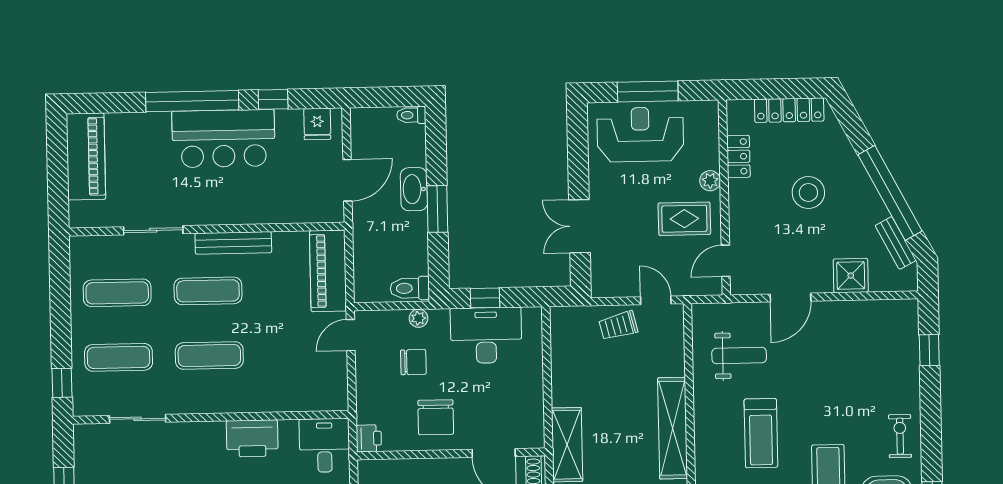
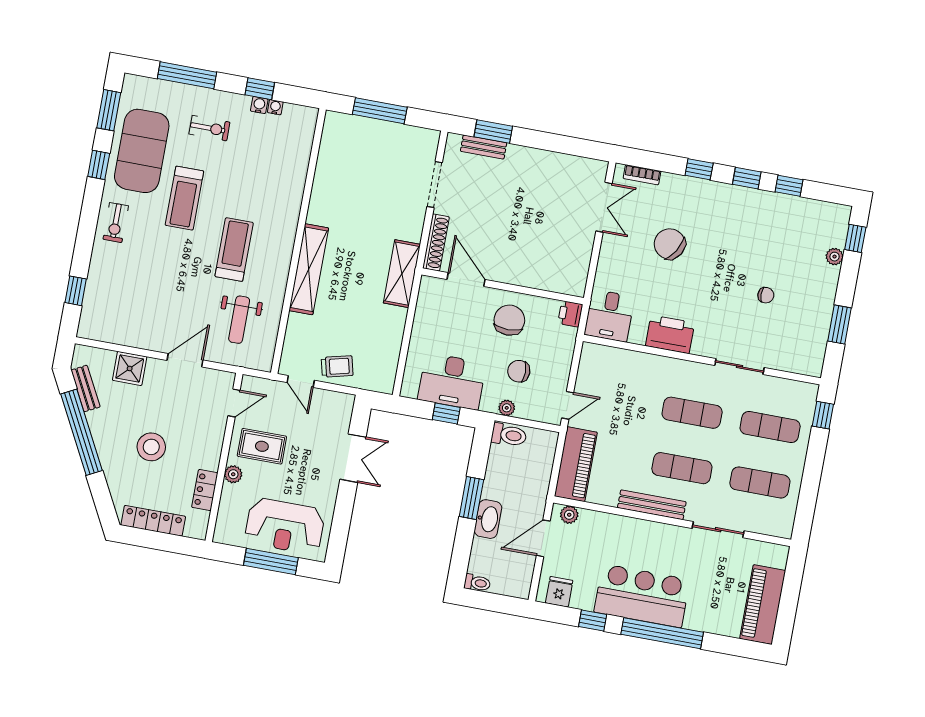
plant: (324, 213) -> (569, 515), added
weight bench: (739, 356) -> (239, 320), turned -90
sliding door: (138, 419) -> (739, 367), moved

